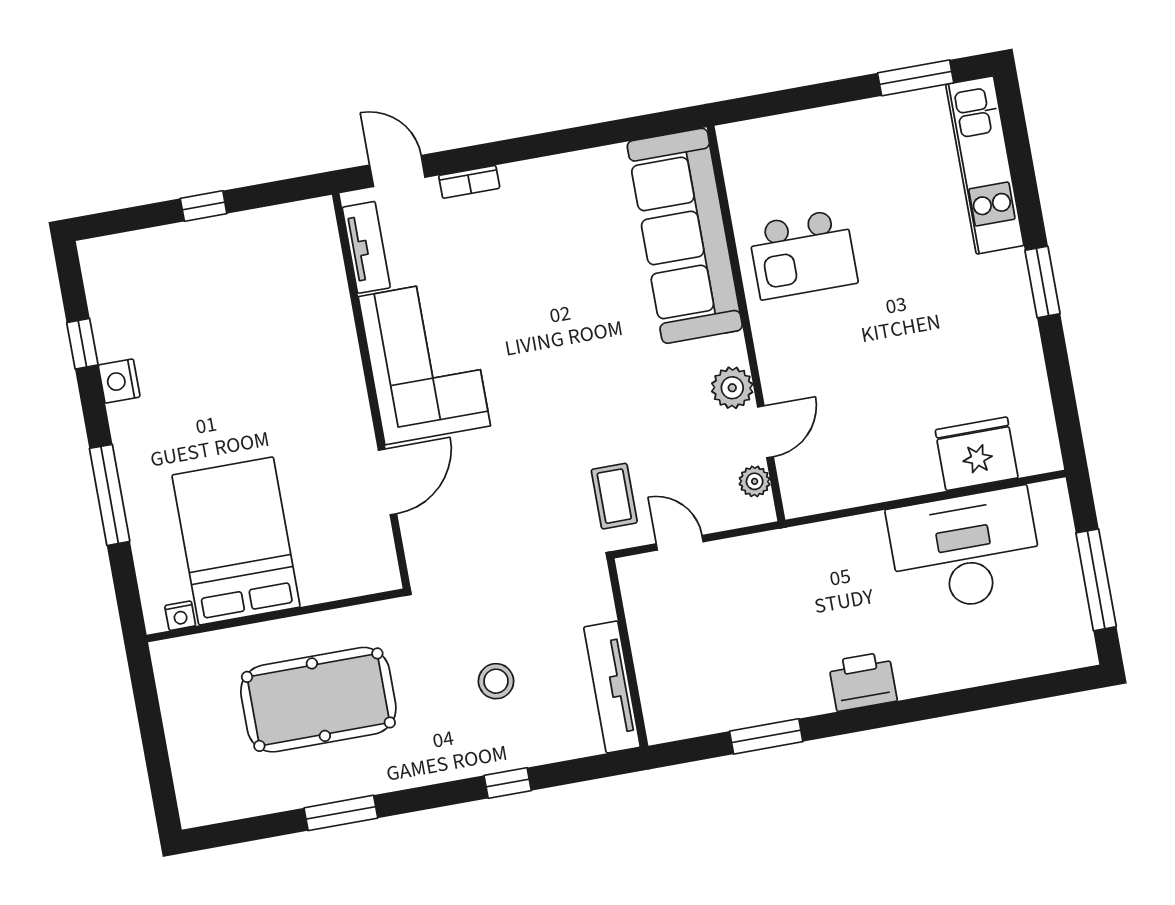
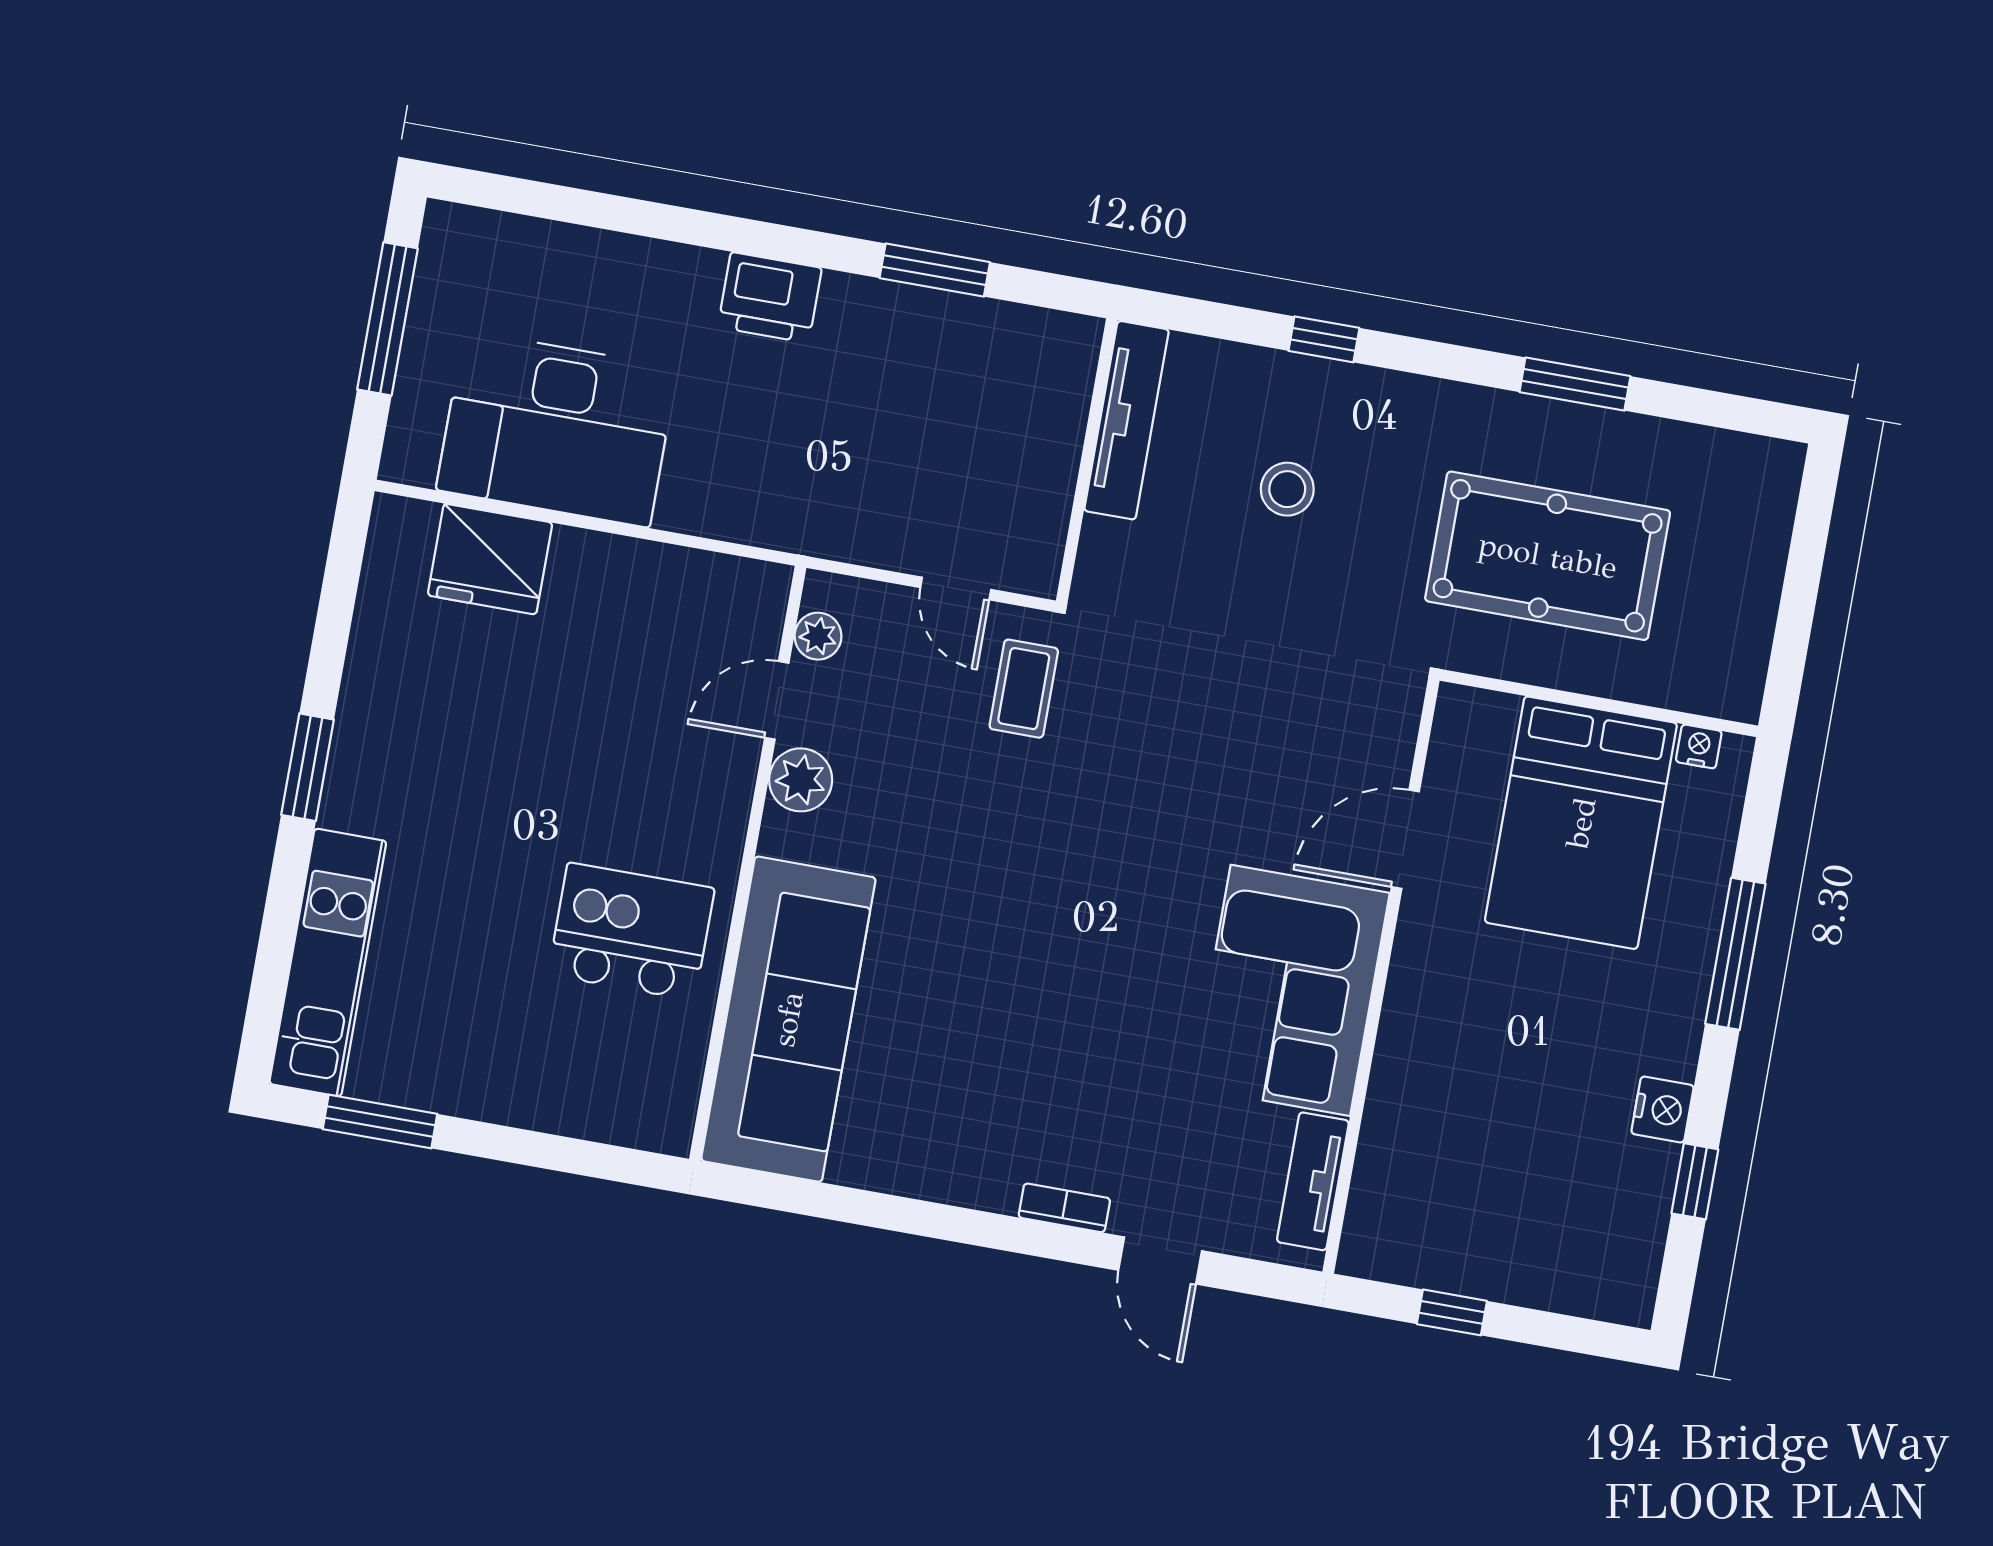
tv unit: (366, 247) -> (1313, 1181), moved
corner sofa: (424, 361) -> (1290, 990), moved
wall: (371, 391) -> (1381, 976), moved
door: (388, 482) -> (1405, 839), moved

